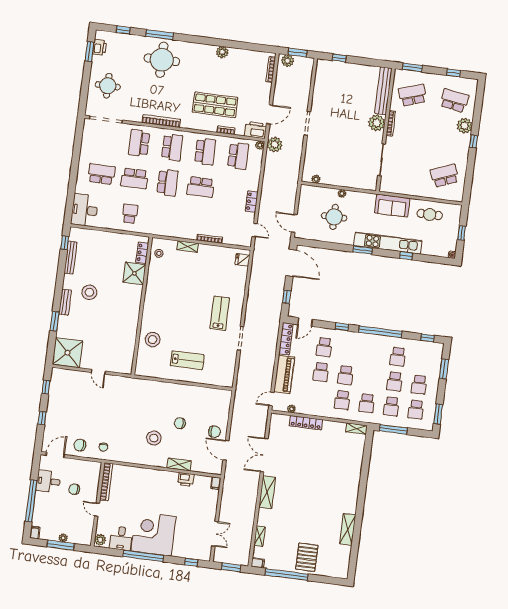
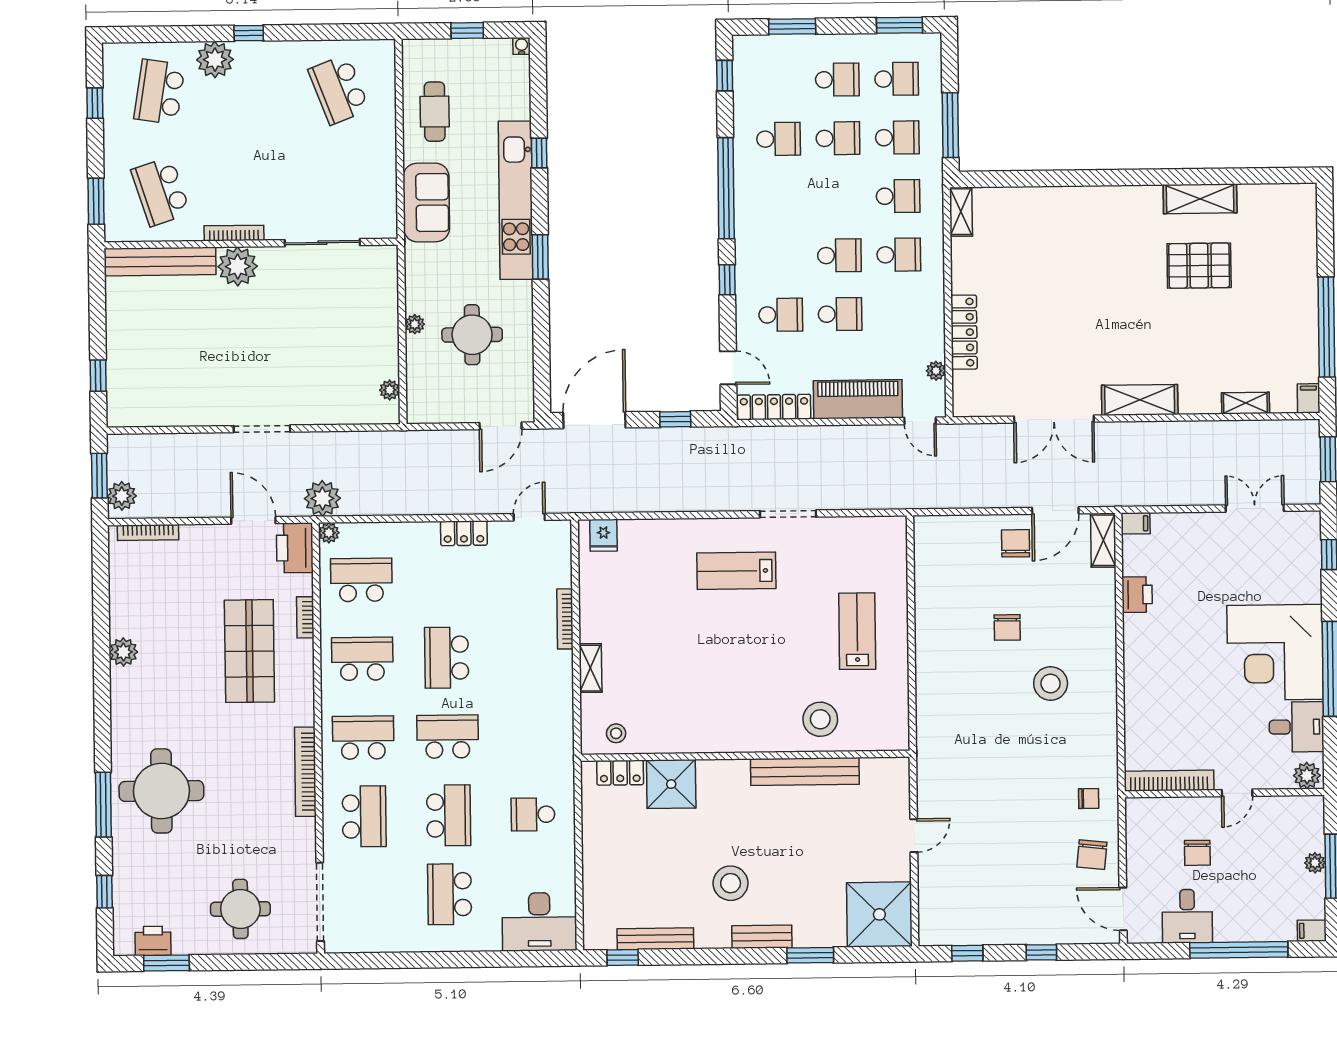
school desk: (139, 143) -> (364, 816), turned -90
school desk: (201, 187) -> (447, 658), turned 180
bench: (132, 330) -> (805, 772), added
shelving: (179, 465) -> (1103, 540), moved
pallet: (307, 557) -> (1199, 266), moved

